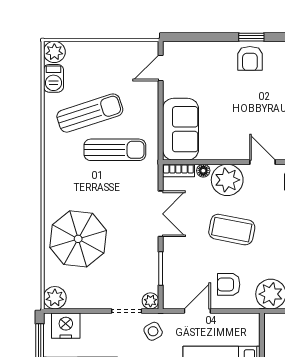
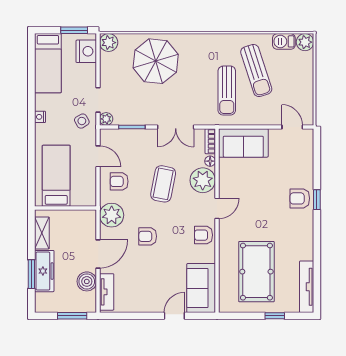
armchair: (229, 284) -> (119, 181), turned -90

